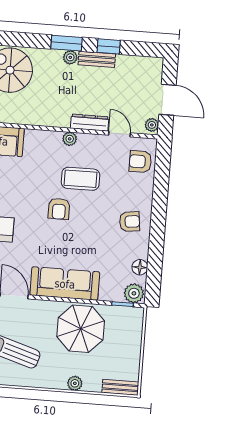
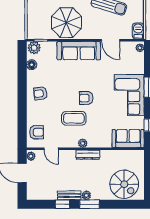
dresser: (90, 123) -> (88, 155), moved
armchair: (59, 209) -> (86, 98), turned -90

